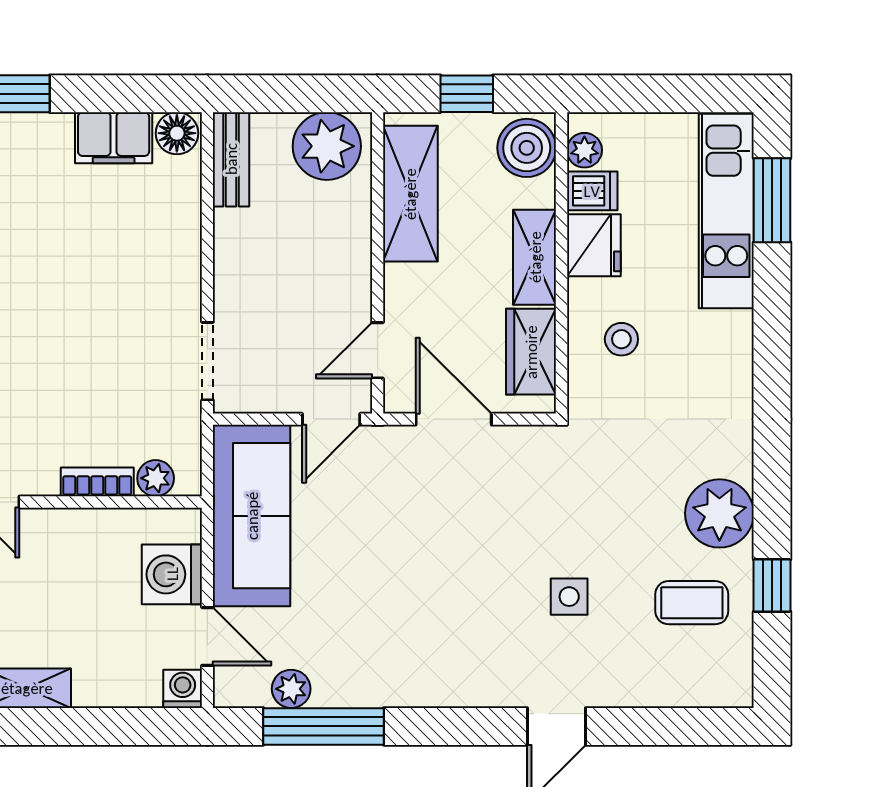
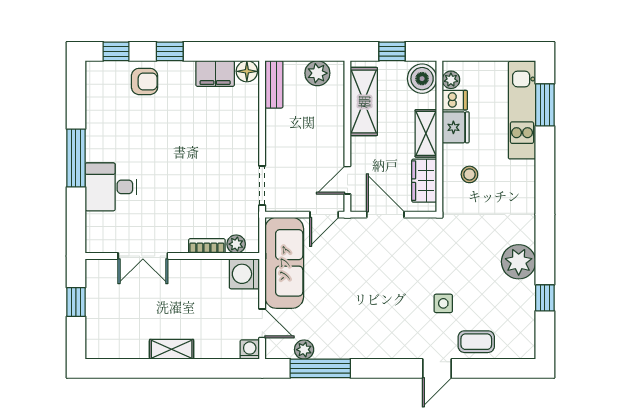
plant: (327, 146) -> (317, 73), width x0.73, depth x0.73
washing machine: (172, 574) -> (244, 274), moved
coffee table: (692, 603) -> (476, 342), moved

